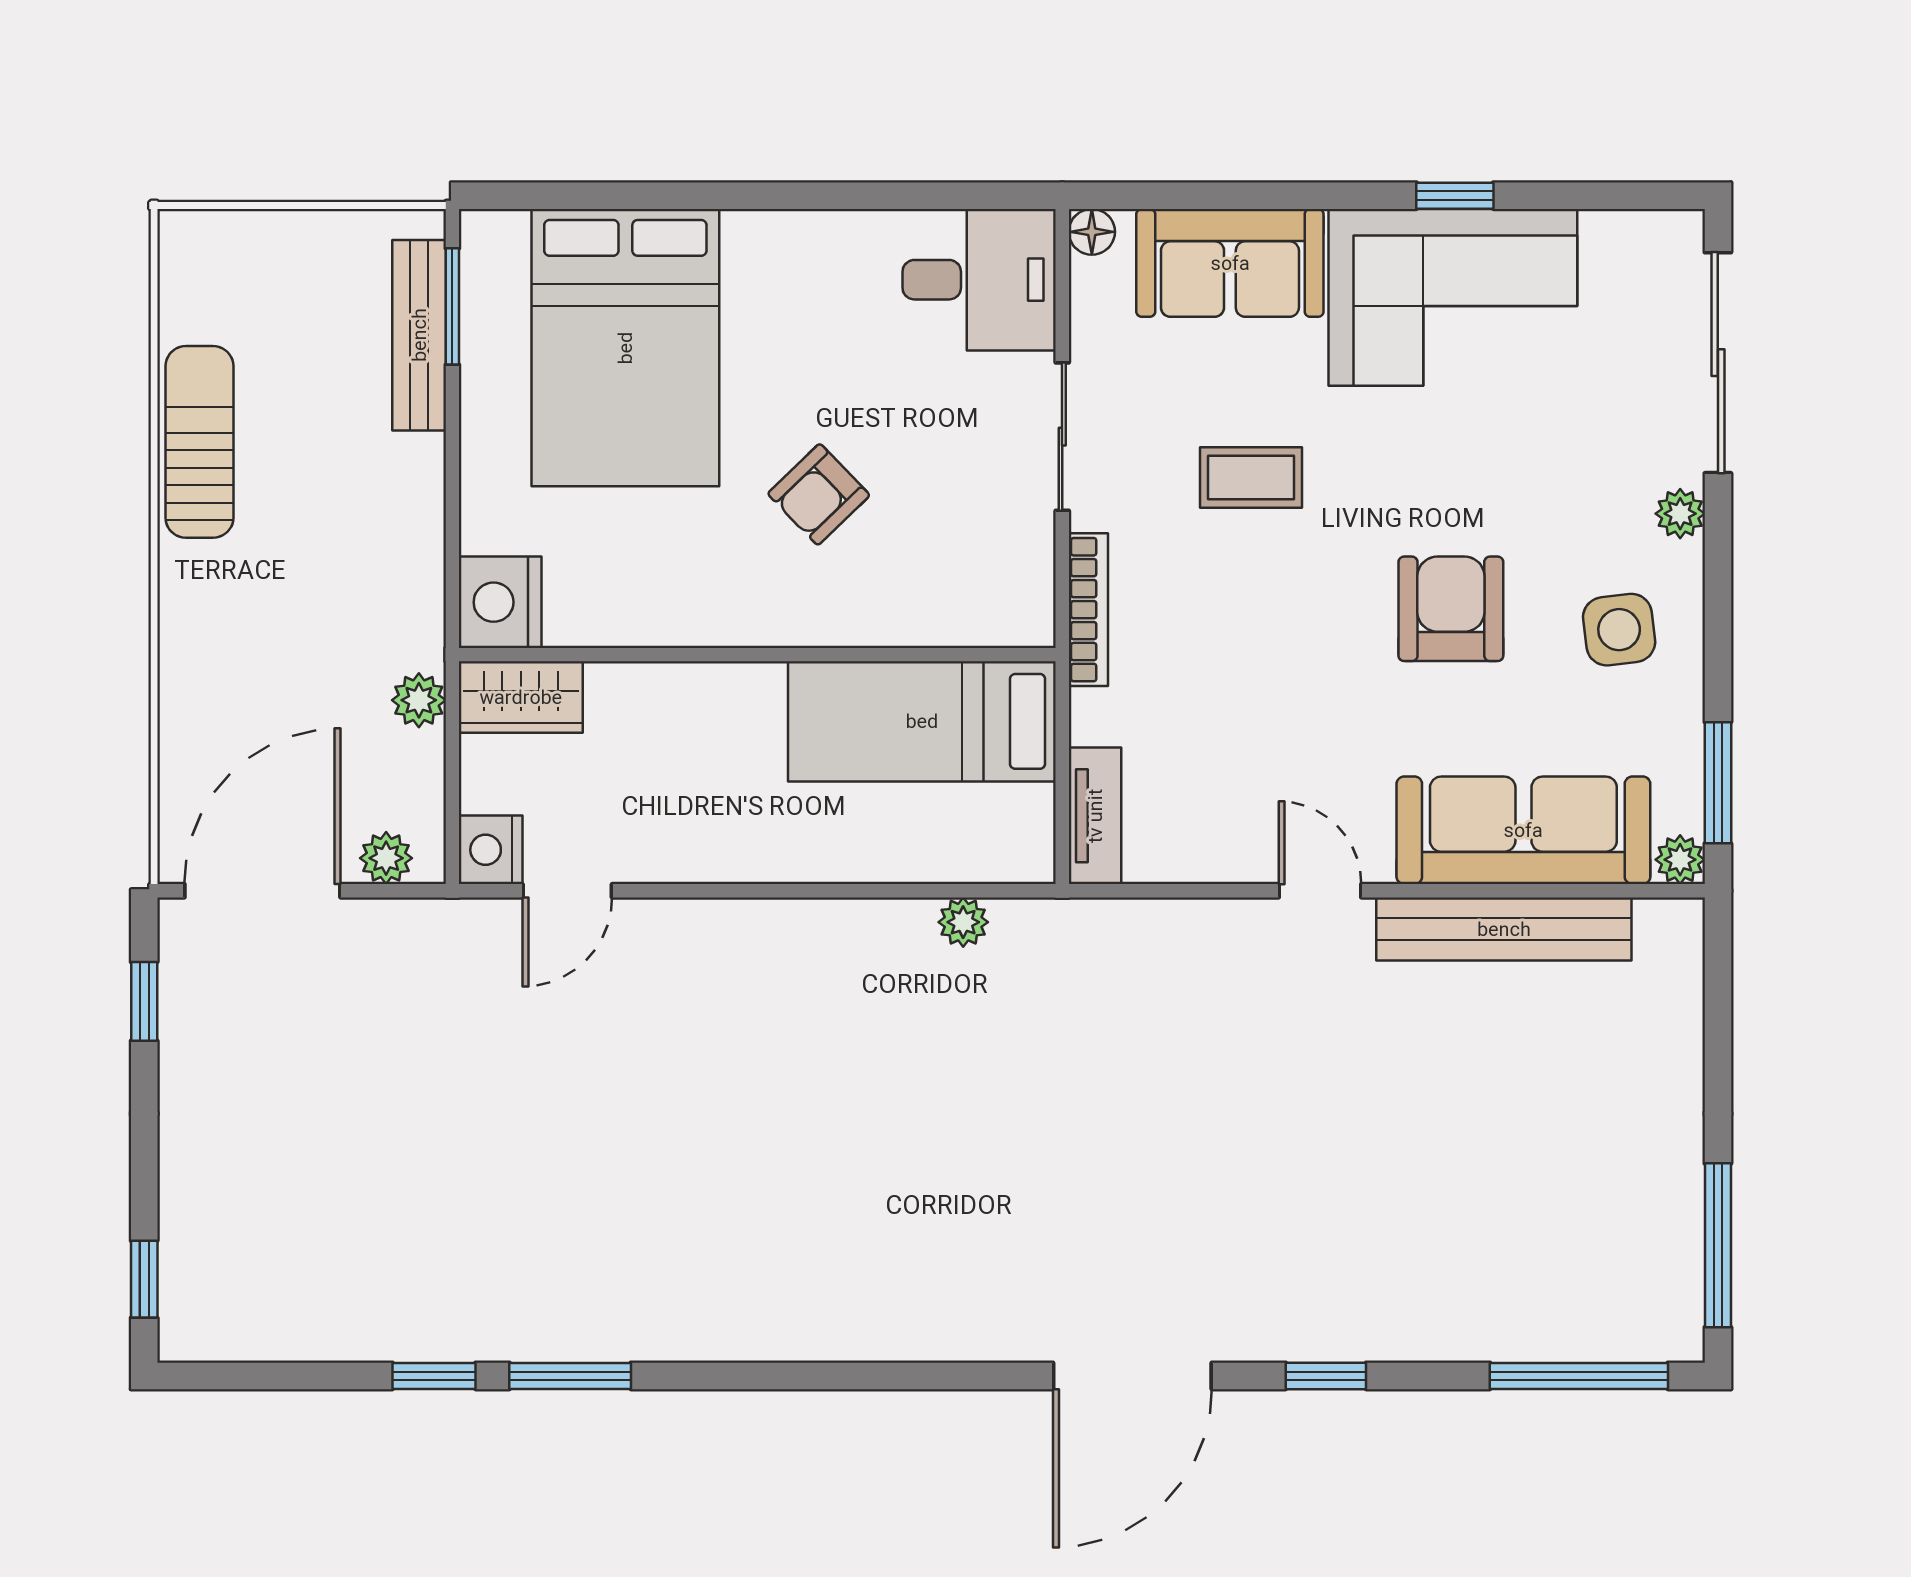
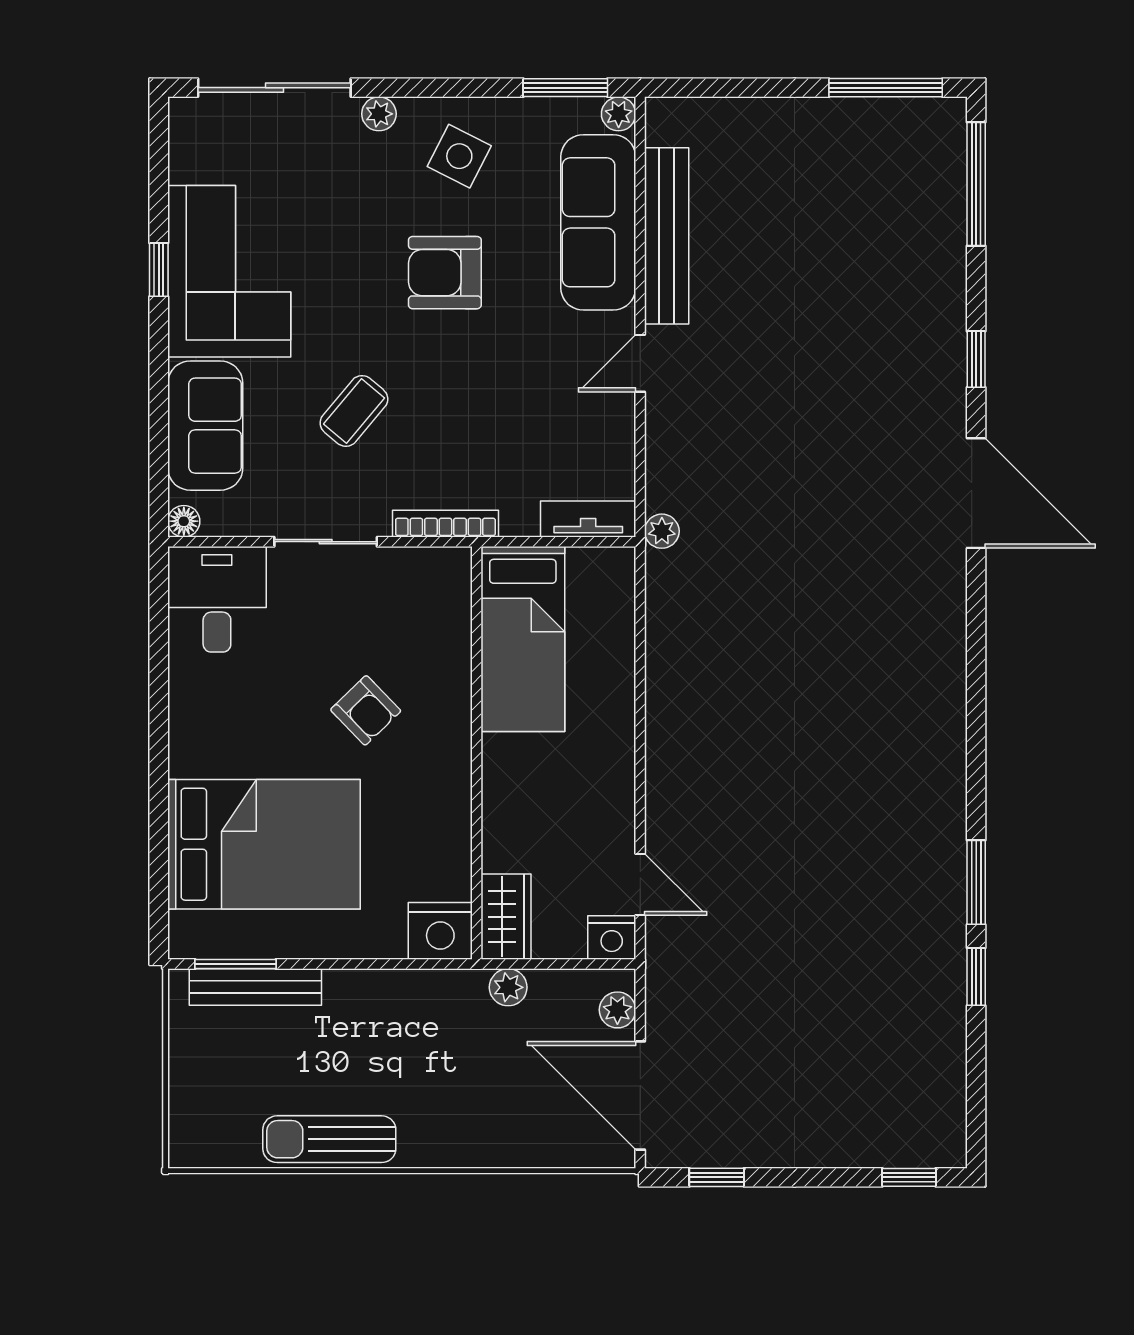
coffee table: (1251, 477) -> (354, 411), turned 40
side table: (1619, 630) -> (459, 156), turned 34
plant: (963, 922) -> (662, 531), moved

